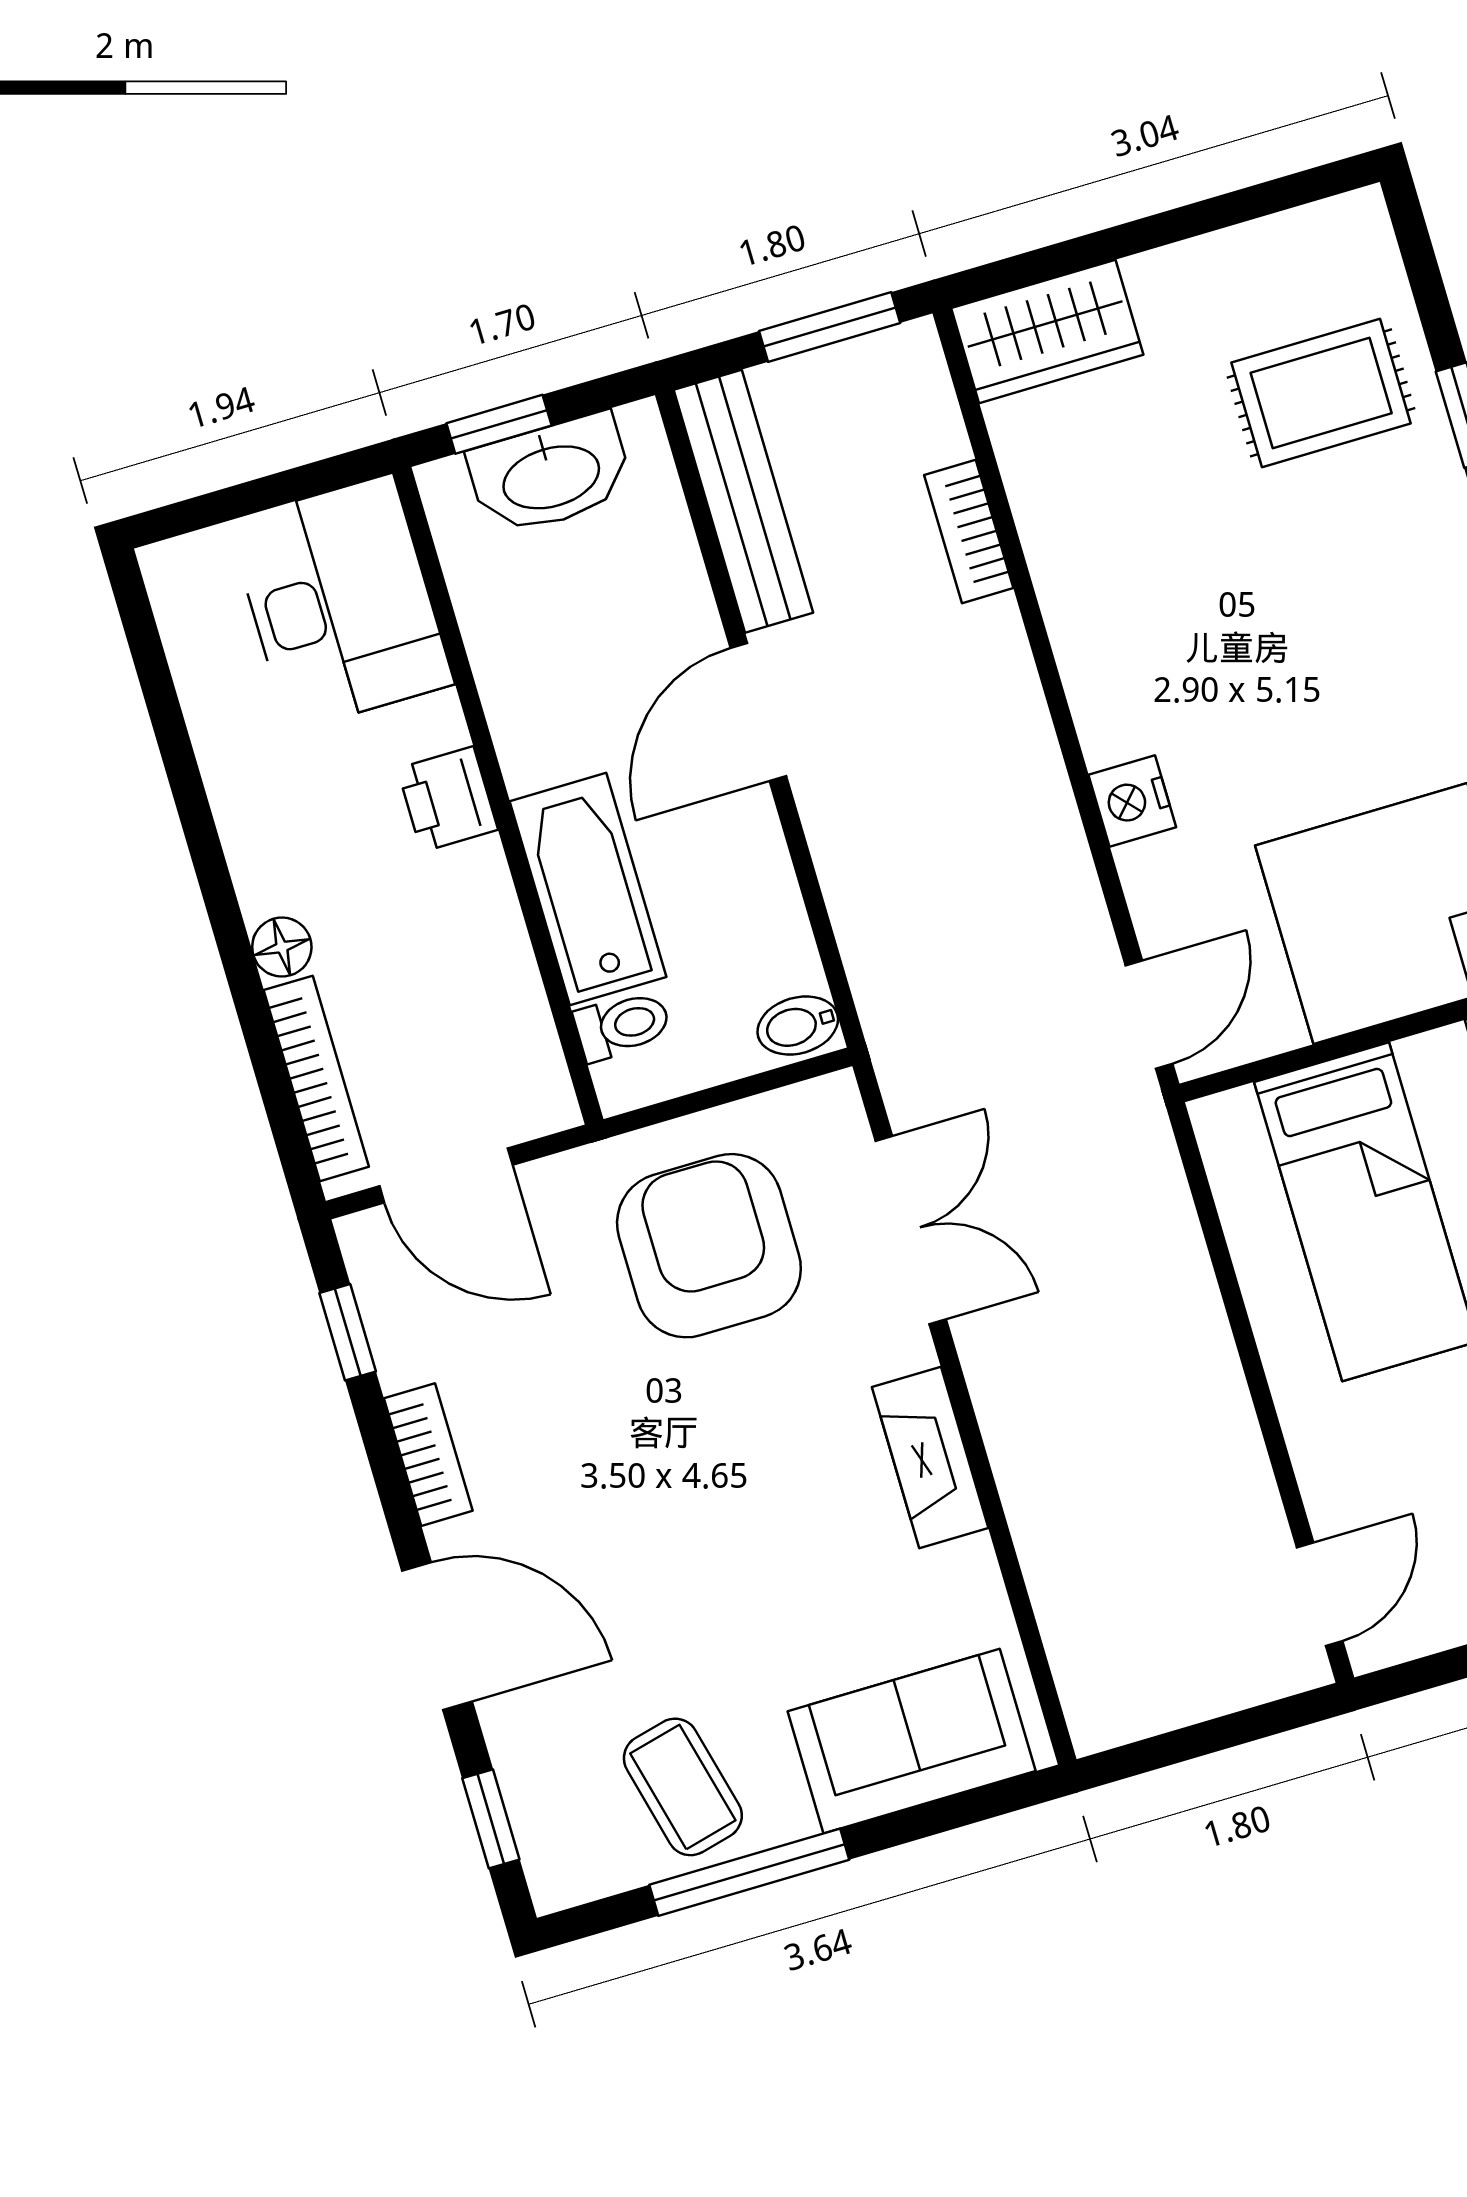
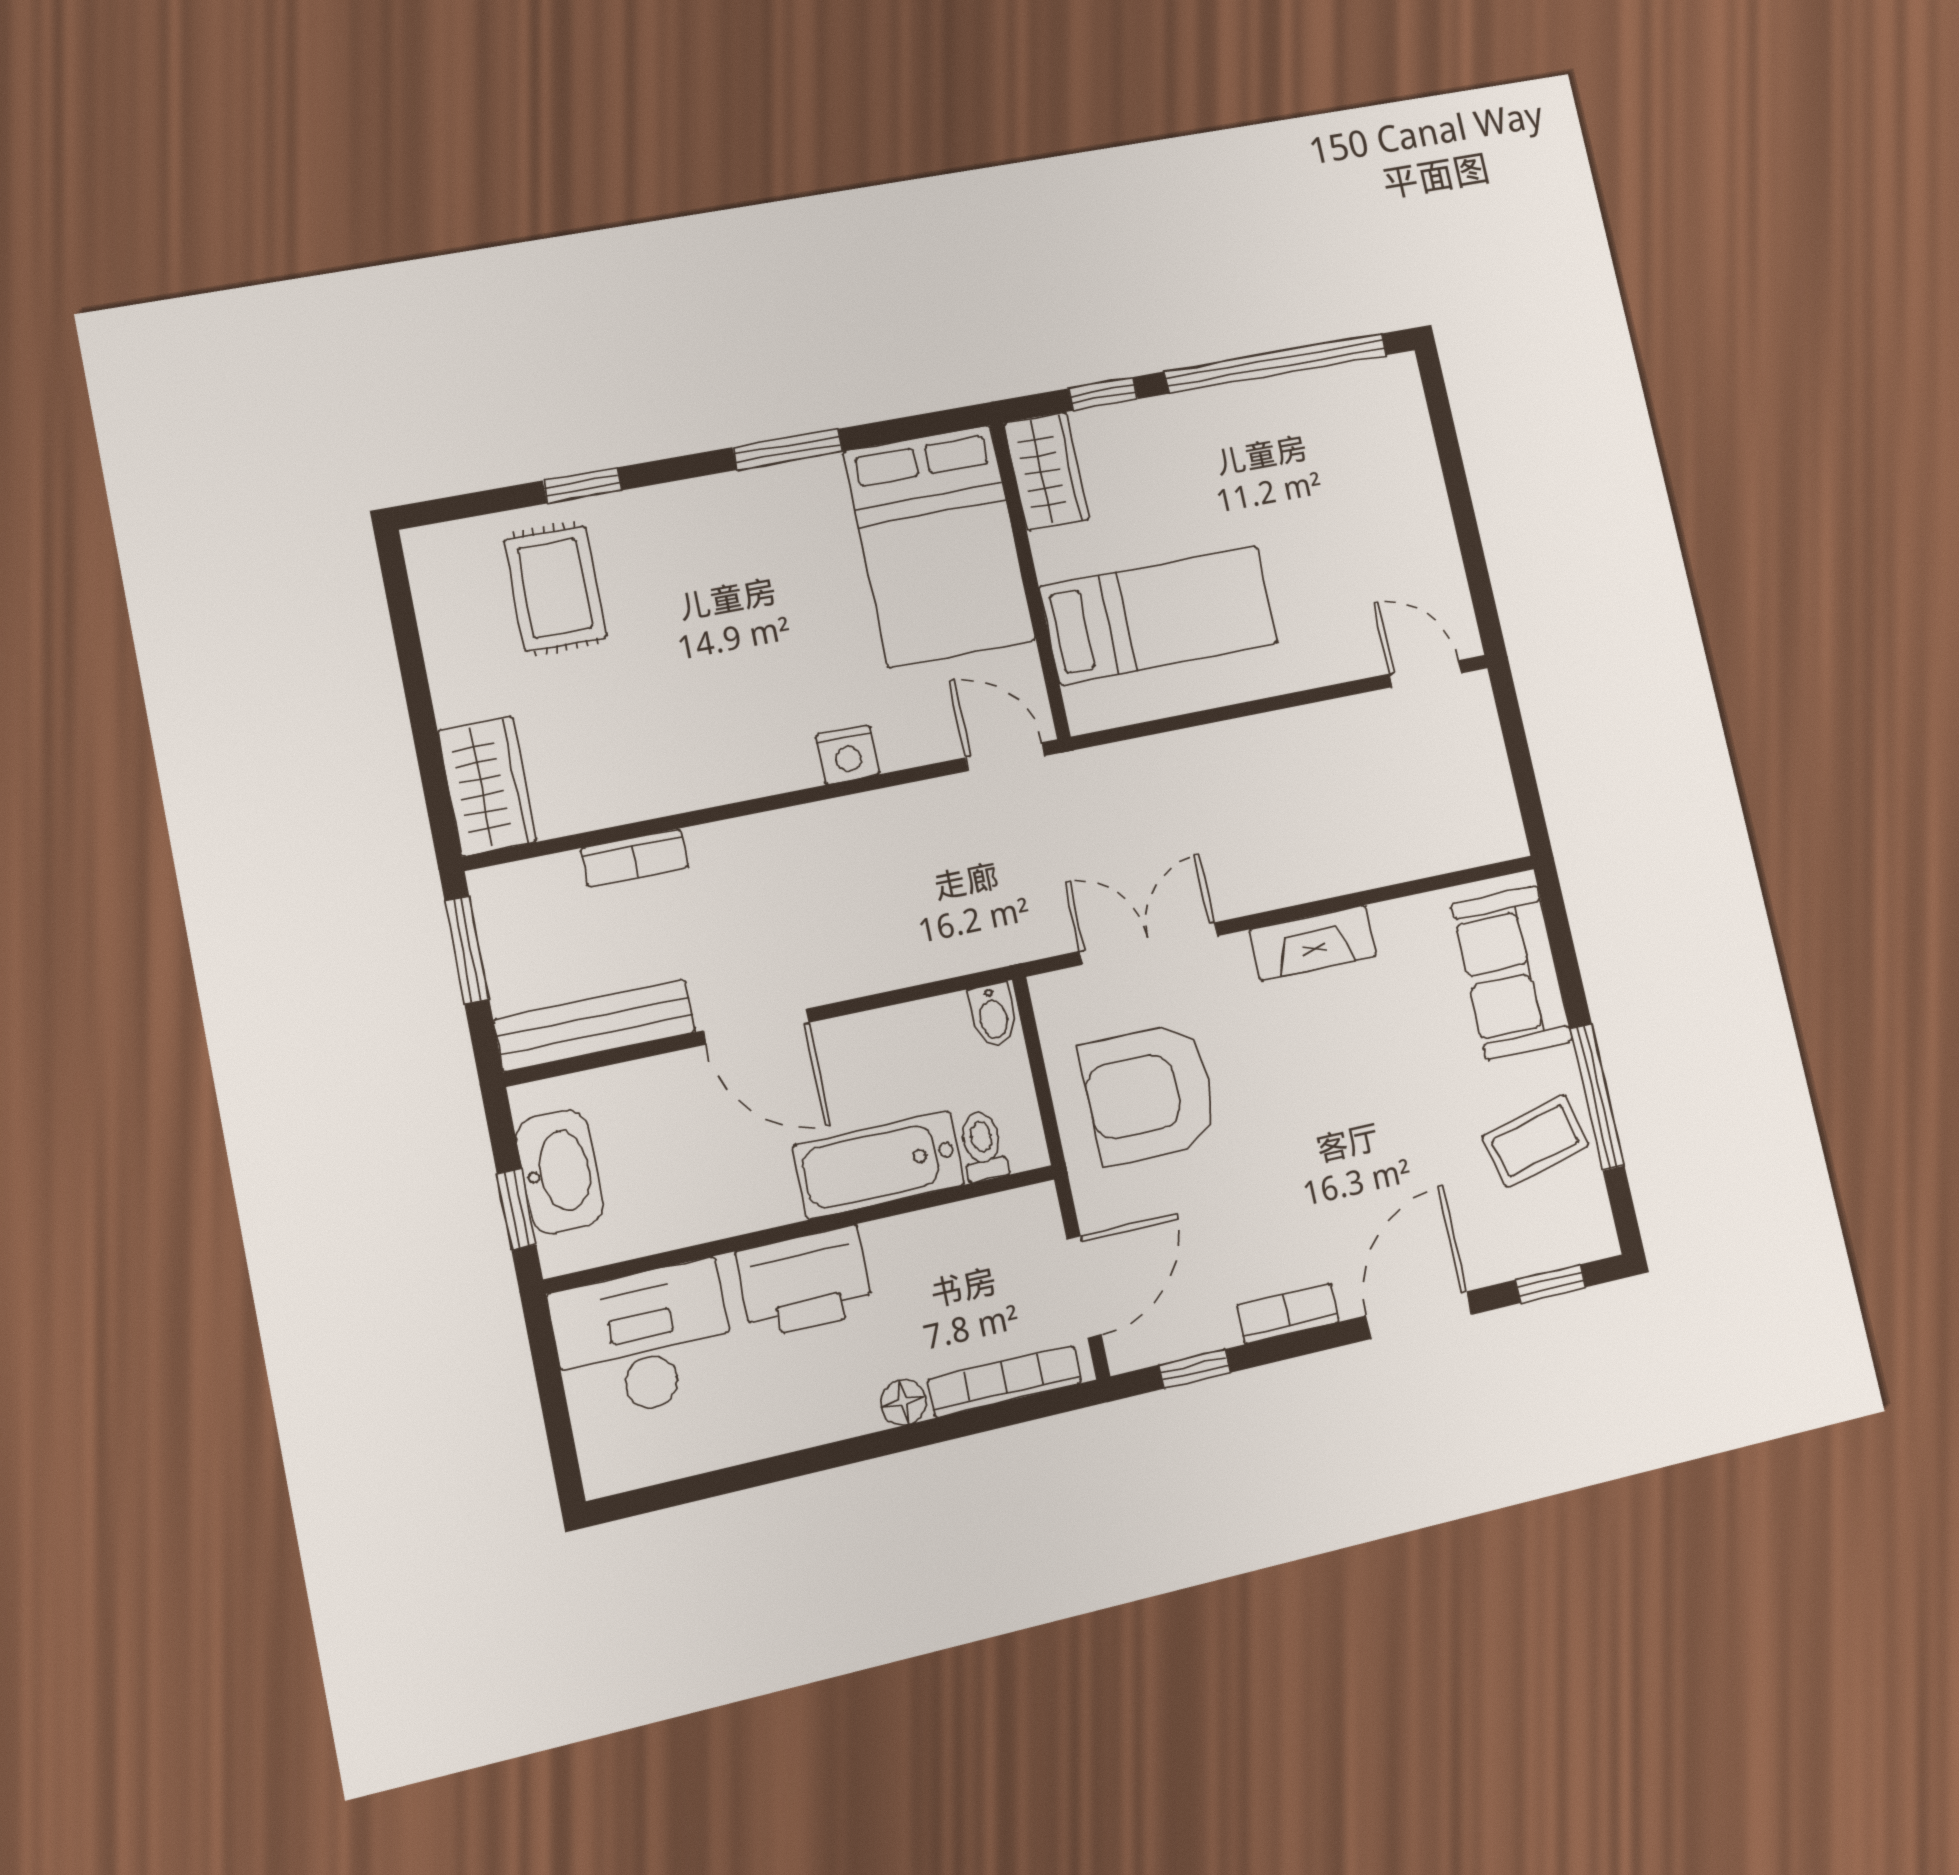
printer: (447, 799) -> (805, 1282), width x1.87, depth x1.48

